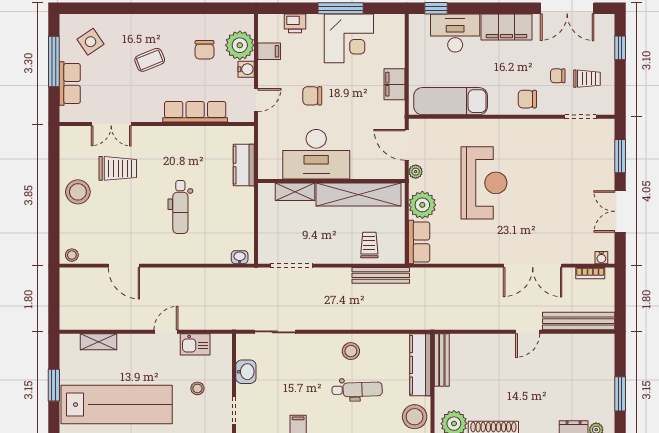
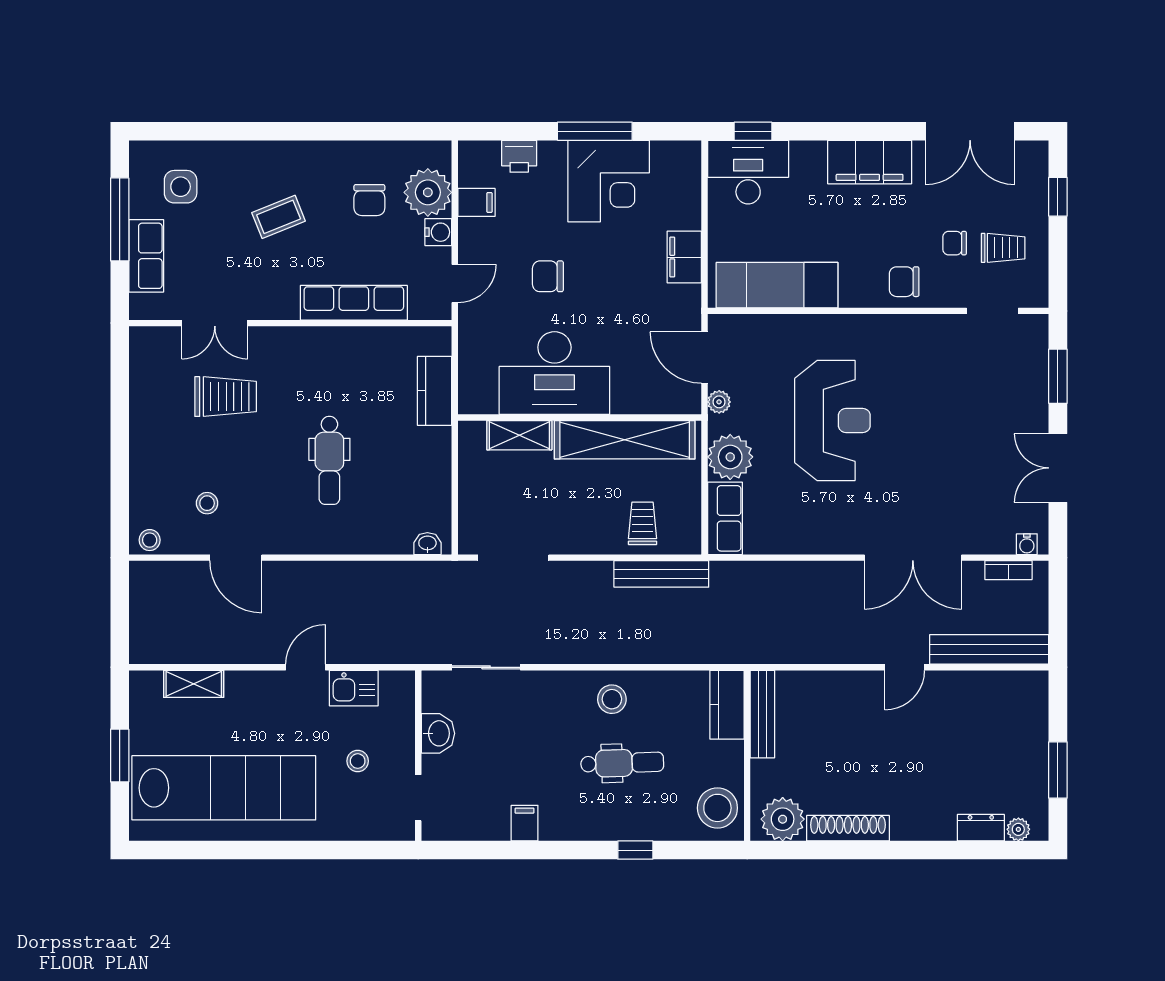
desk: (455, 33) -> (748, 172), moved
side table: (91, 42) -> (181, 187), turned 34
stool: (78, 192) -> (207, 503), moved, width x0.53, depth x0.53
kitchen counter: (420, 365) -> (727, 705), width x0.67

